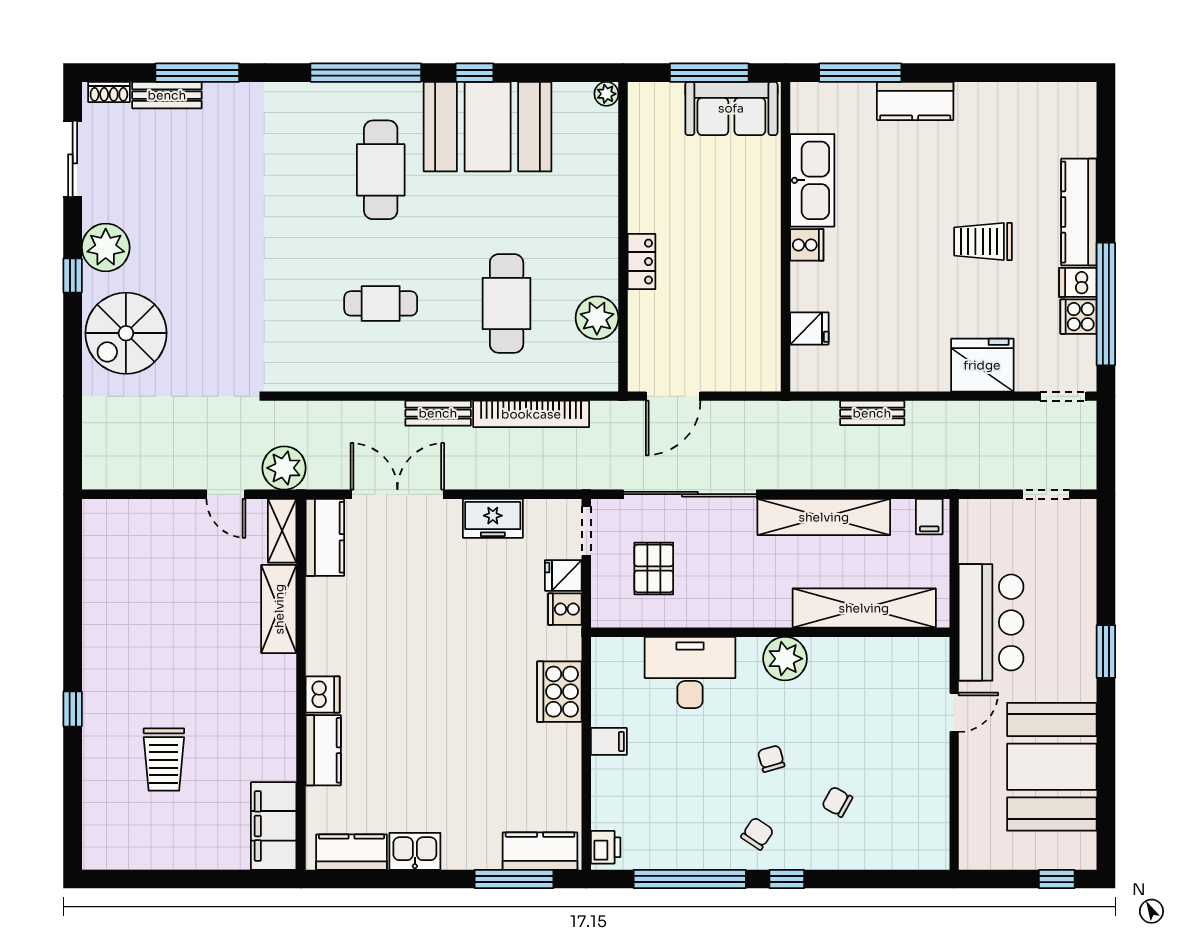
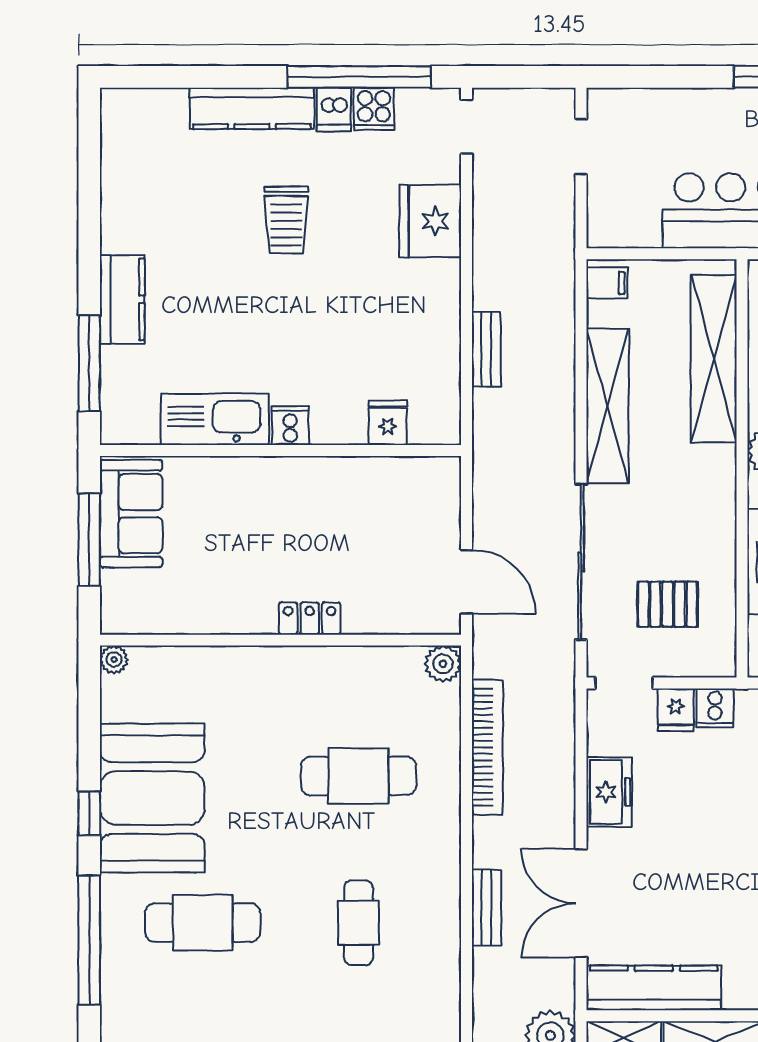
plant: (597, 318) -> (443, 664), moved, width x0.73, depth x0.73
bench: (438, 413) -> (486, 908), moved
kitchen counter: (325, 537) -> (654, 988), width x1.50

